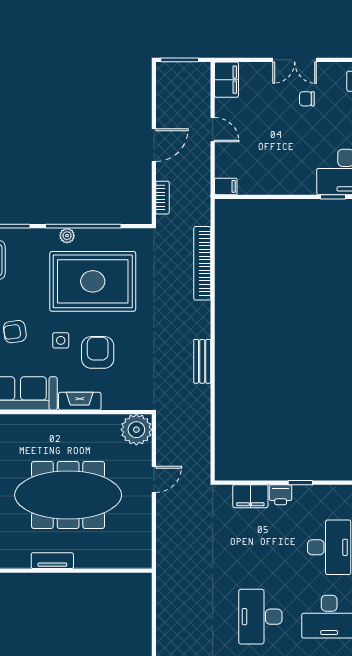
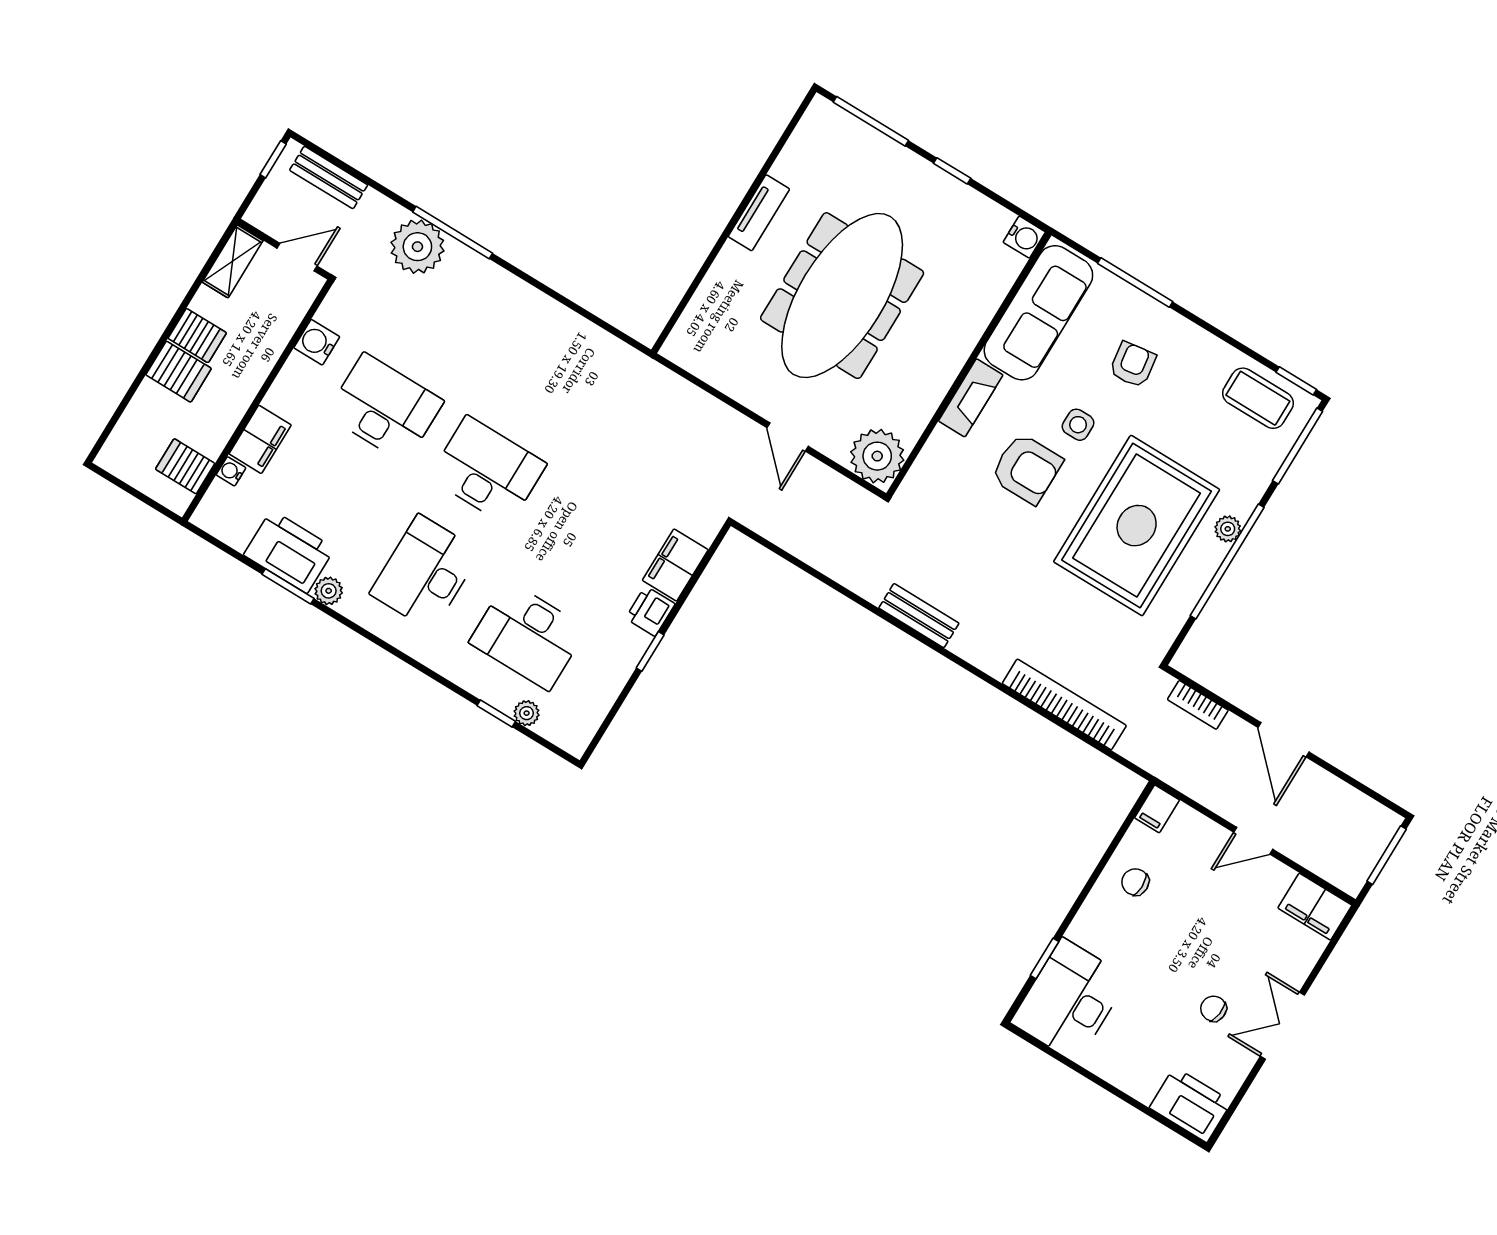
chair: (307, 99) -> (1214, 1009), turned -83
chair: (268, 175) -> (1135, 882), added

